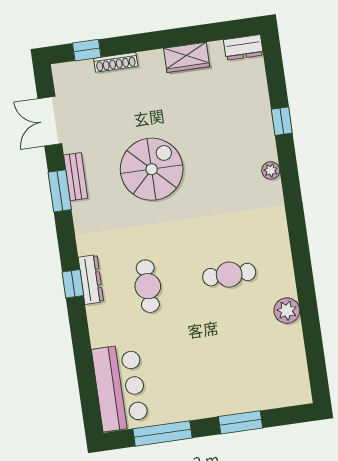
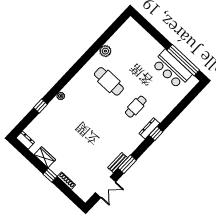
window: (87, 50) -> (50, 175), moved
spiral stairs: (152, 169) -> (94, 138), removed
cafe table: (229, 275) -> (109, 81), width x1.37, depth x1.35
bar counter: (120, 387) -> (172, 69), moved, turned -90
window: (241, 422) -> (157, 36), removed
window: (162, 433) -> (183, 60), width x1.46

